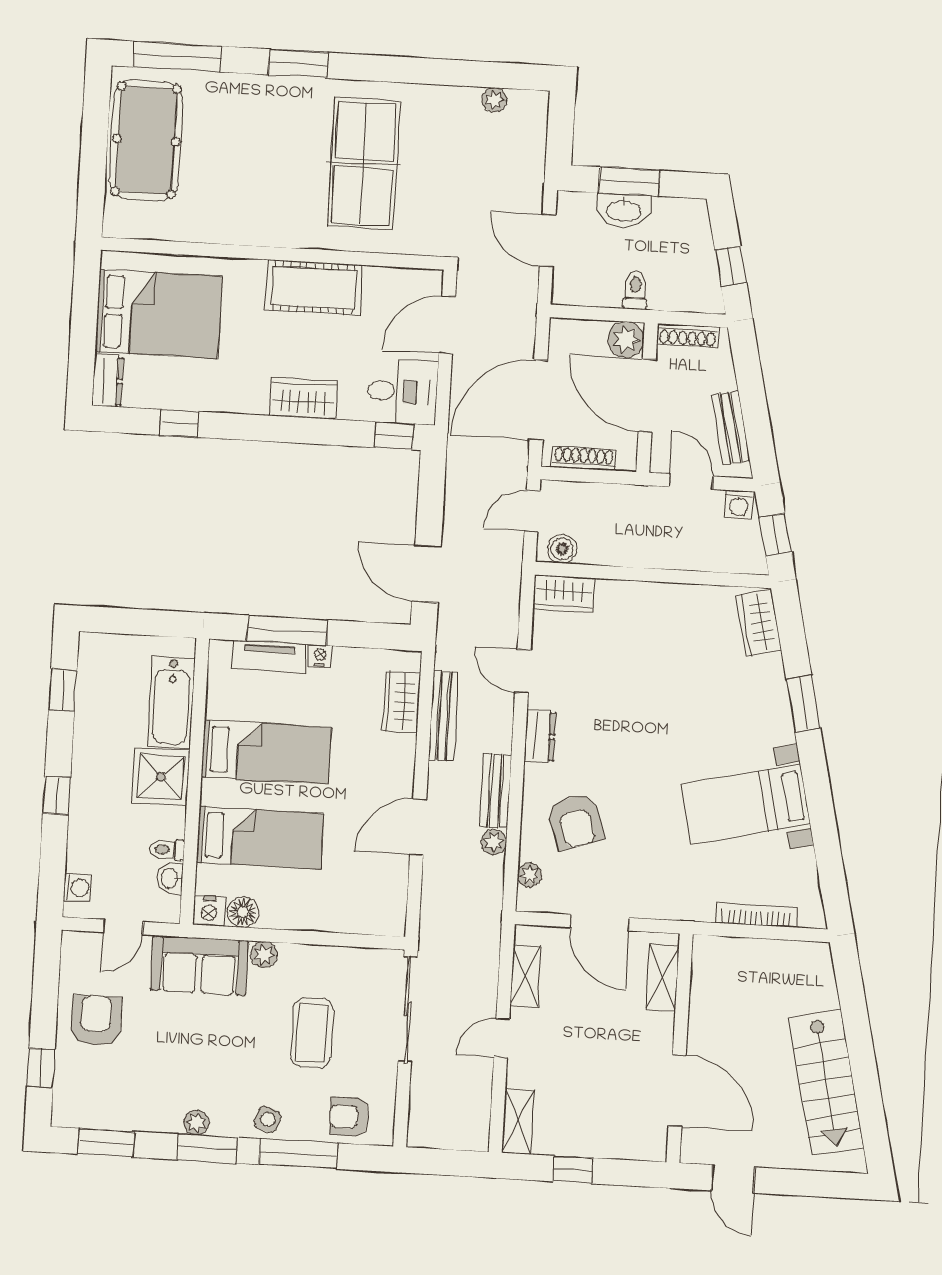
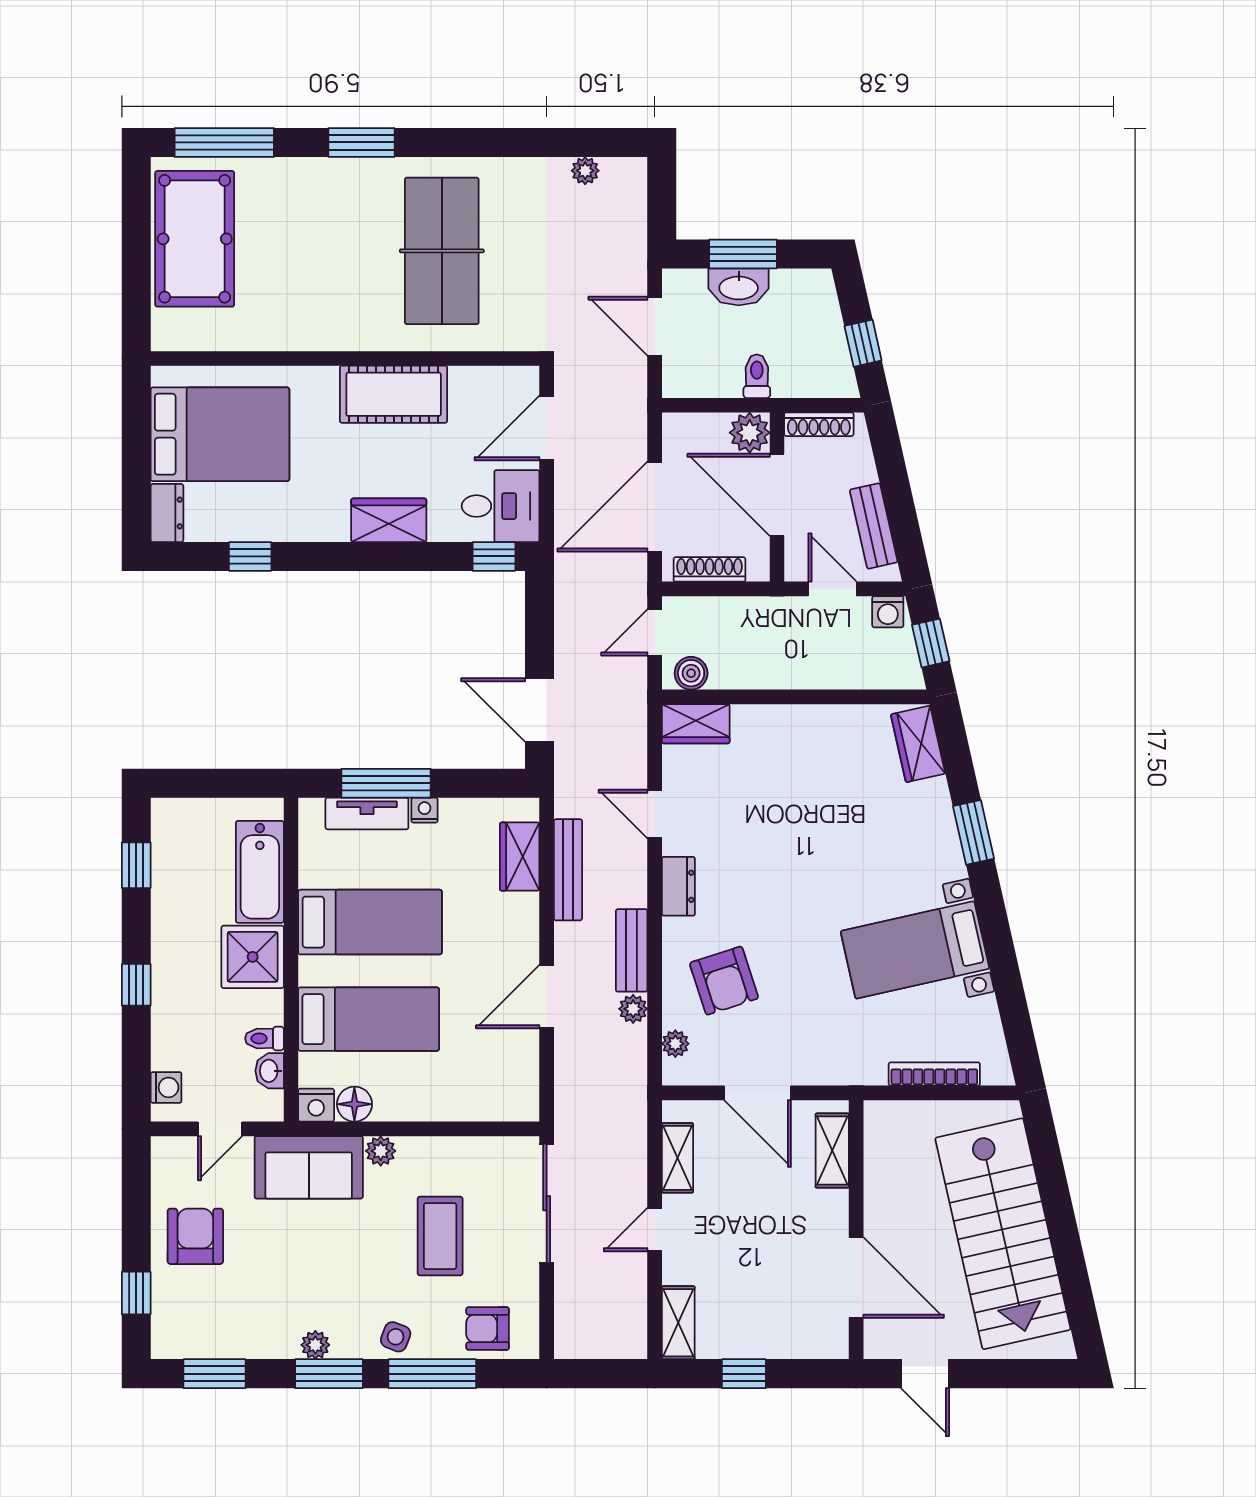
stairs: (826, 1082) -> (1003, 1234), width x1.36, depth x1.51

